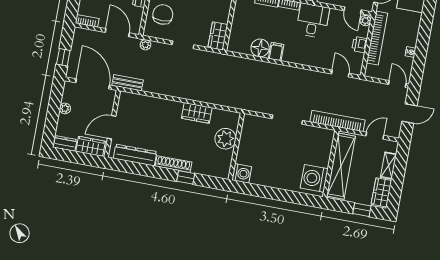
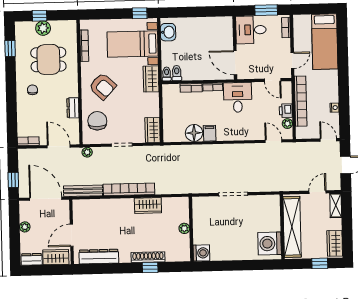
plant: (365, 21) -> (287, 124), moved
bench: (128, 83) -> (83, 191), width x1.36
bookcase: (337, 121) -> (129, 189), moved
plant: (225, 139) -> (184, 228), width x0.53, depth x0.53
shoe rack: (174, 164) -> (148, 257), moved
shelving: (388, 166) -> (336, 205), moved

